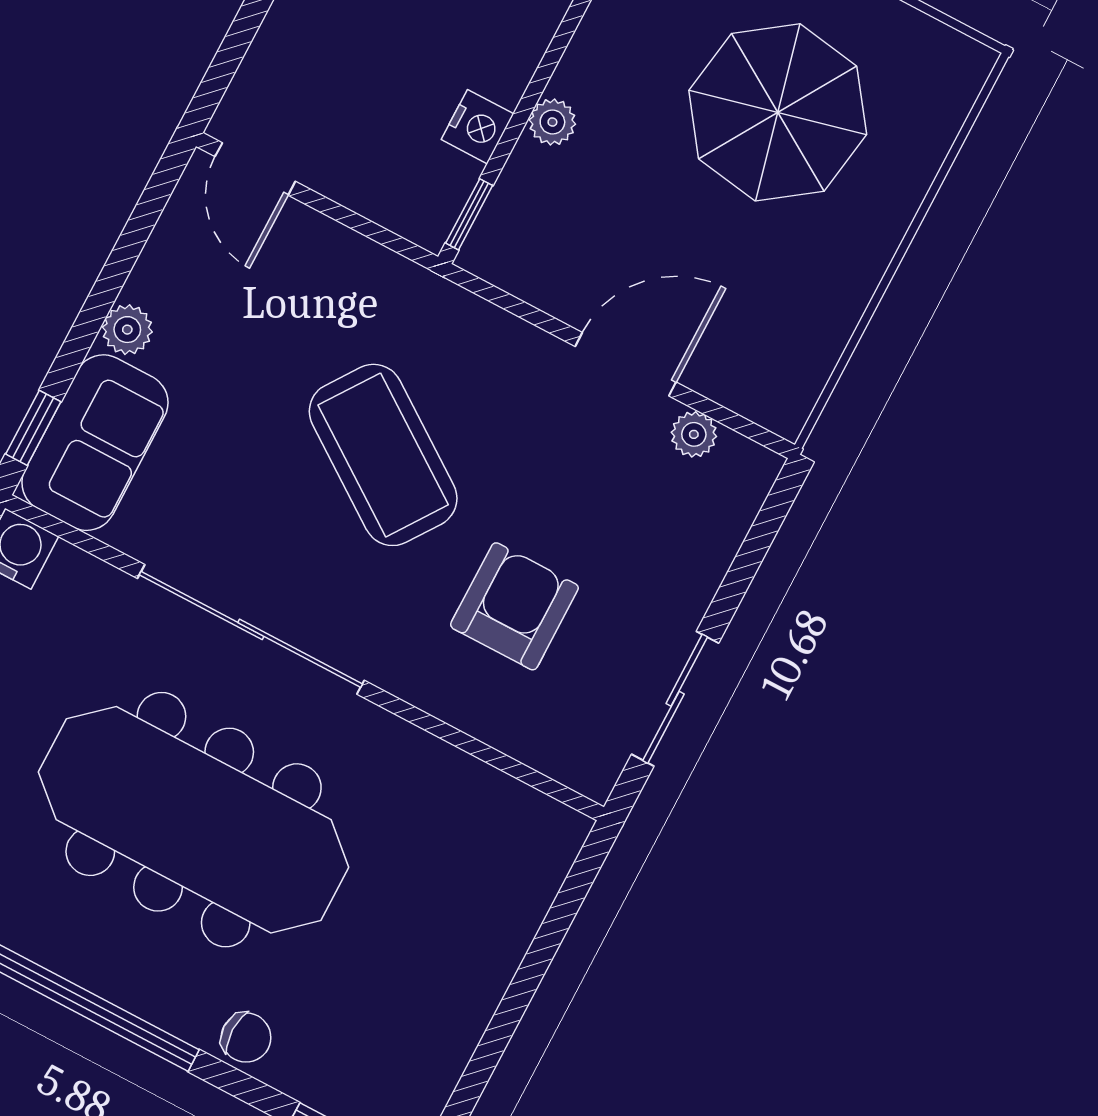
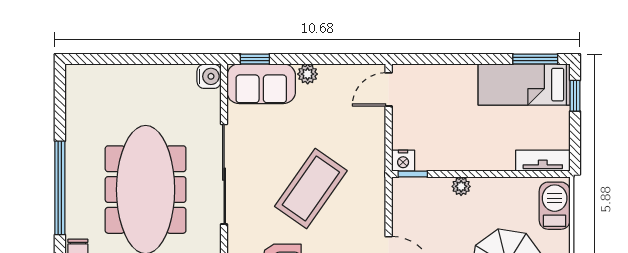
nightstand: (477, 127) -> (403, 161), moved

